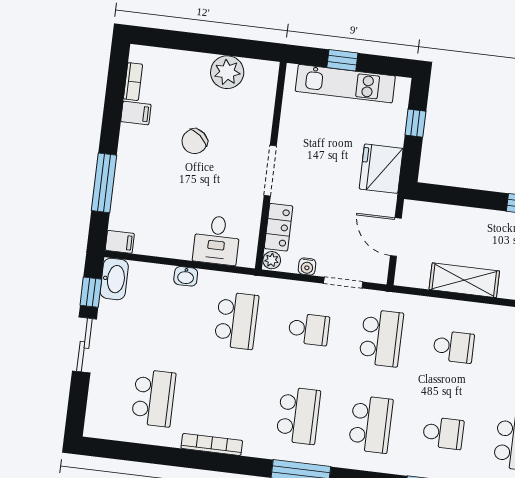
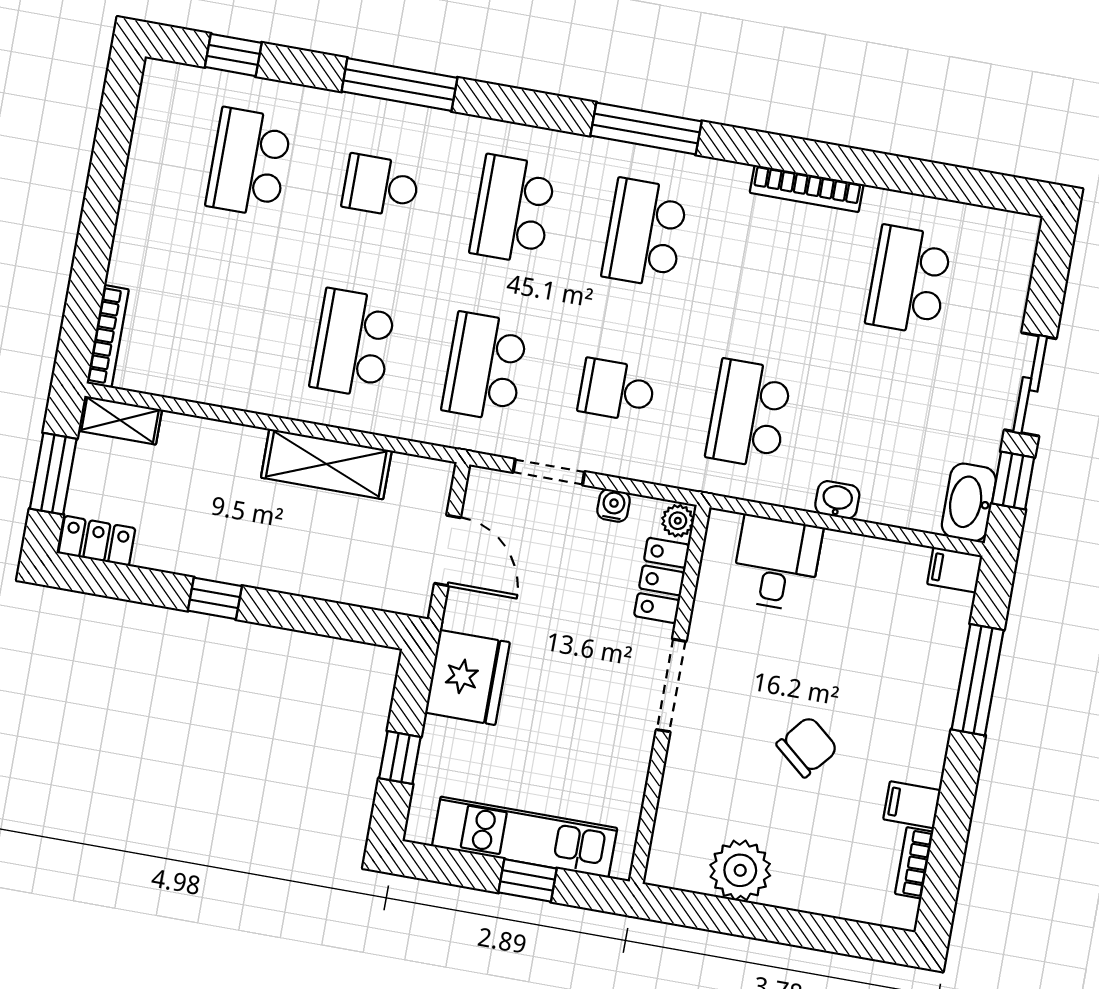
school desk: (454, 347) -> (353, 343), width x1.85

